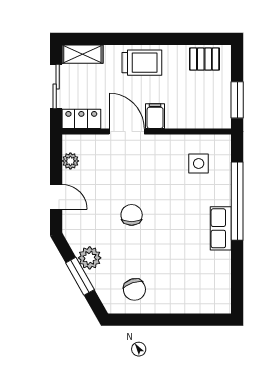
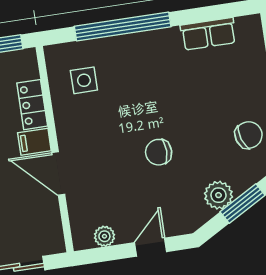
locker: (81, 119) -> (32, 105), moved
door: (127, 132) -> (58, 173), hinge flipped
row of seats: (221, 228) -> (208, 34), moved

